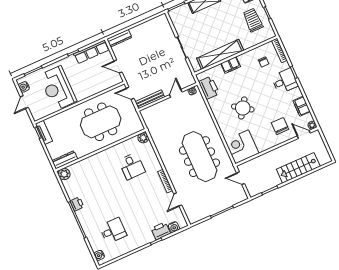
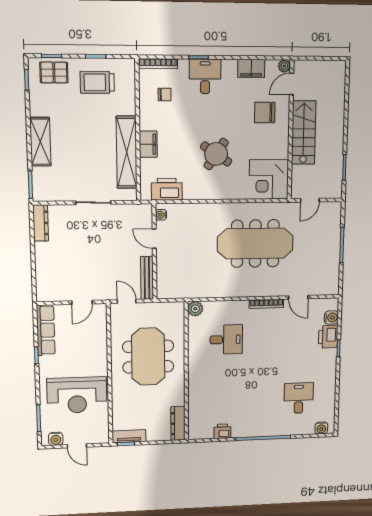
dresser: (119, 38) -> (41, 223), moved
door: (130, 93) -> (127, 301), swing flipped
stairs: (298, 168) -> (304, 133), moved, turned 180
plant: (64, 174) -> (196, 431), removed
printer: (77, 204) -> (222, 431), moved

